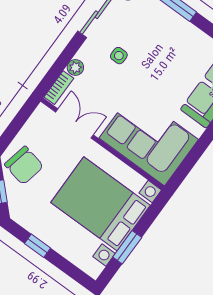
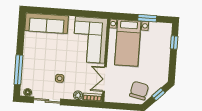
bed with nightstands: (100, 204) -> (128, 43), width x0.73
window: (38, 246) -> (174, 42), moved

